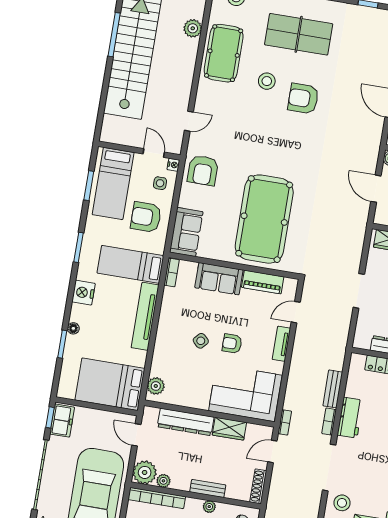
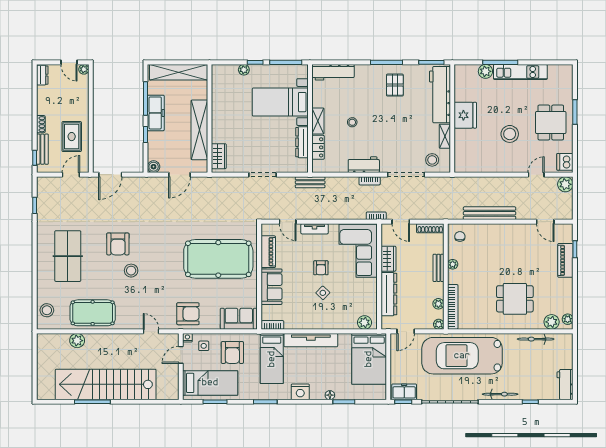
stool: (267, 81) -> (131, 271), moved
bench: (333, 389) -> (310, 182), moved
plant: (145, 472) -> (439, 324), width x0.53, depth x0.53

